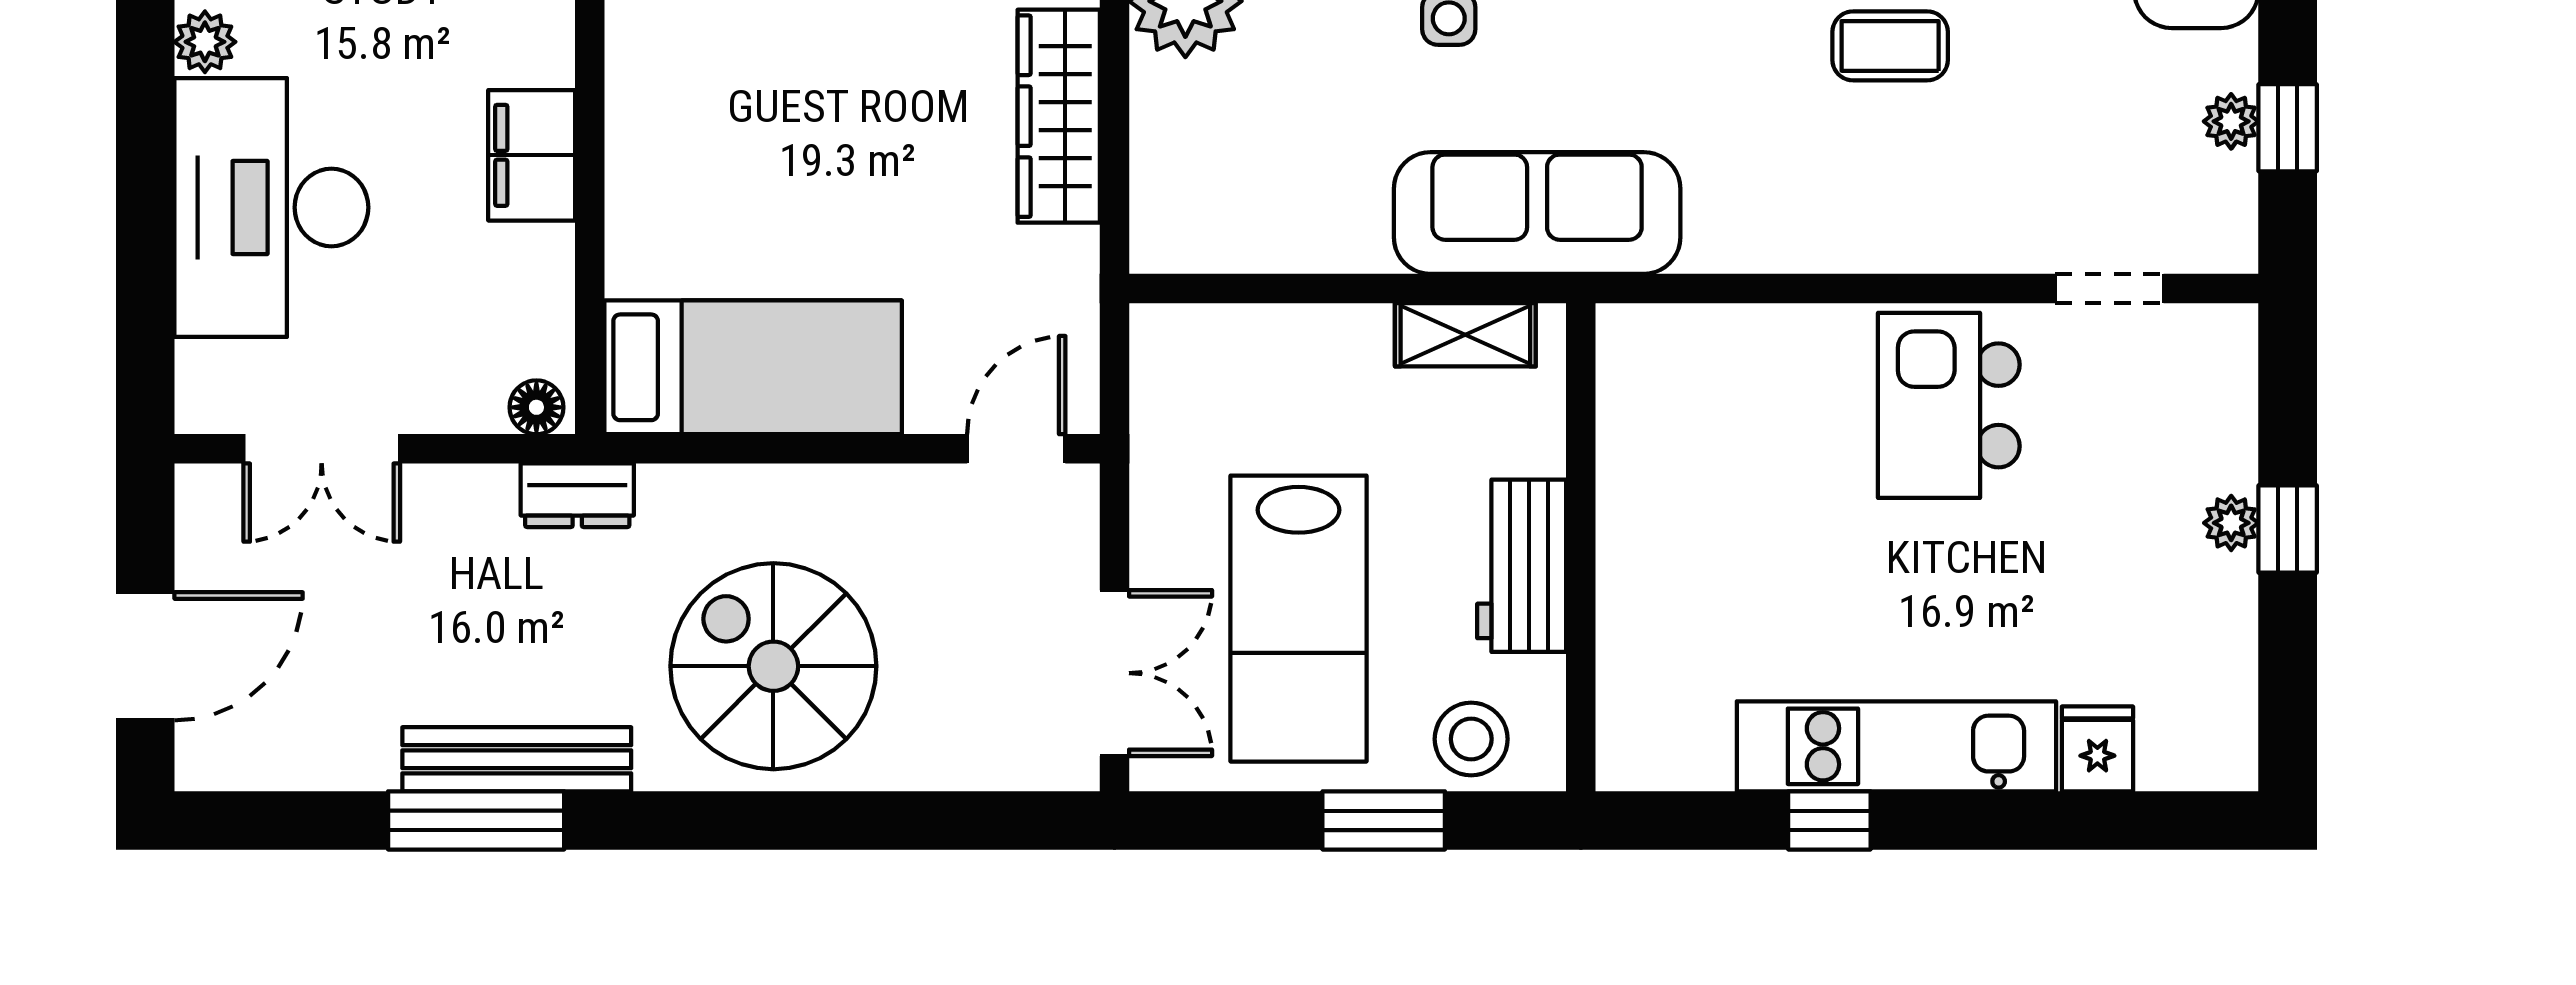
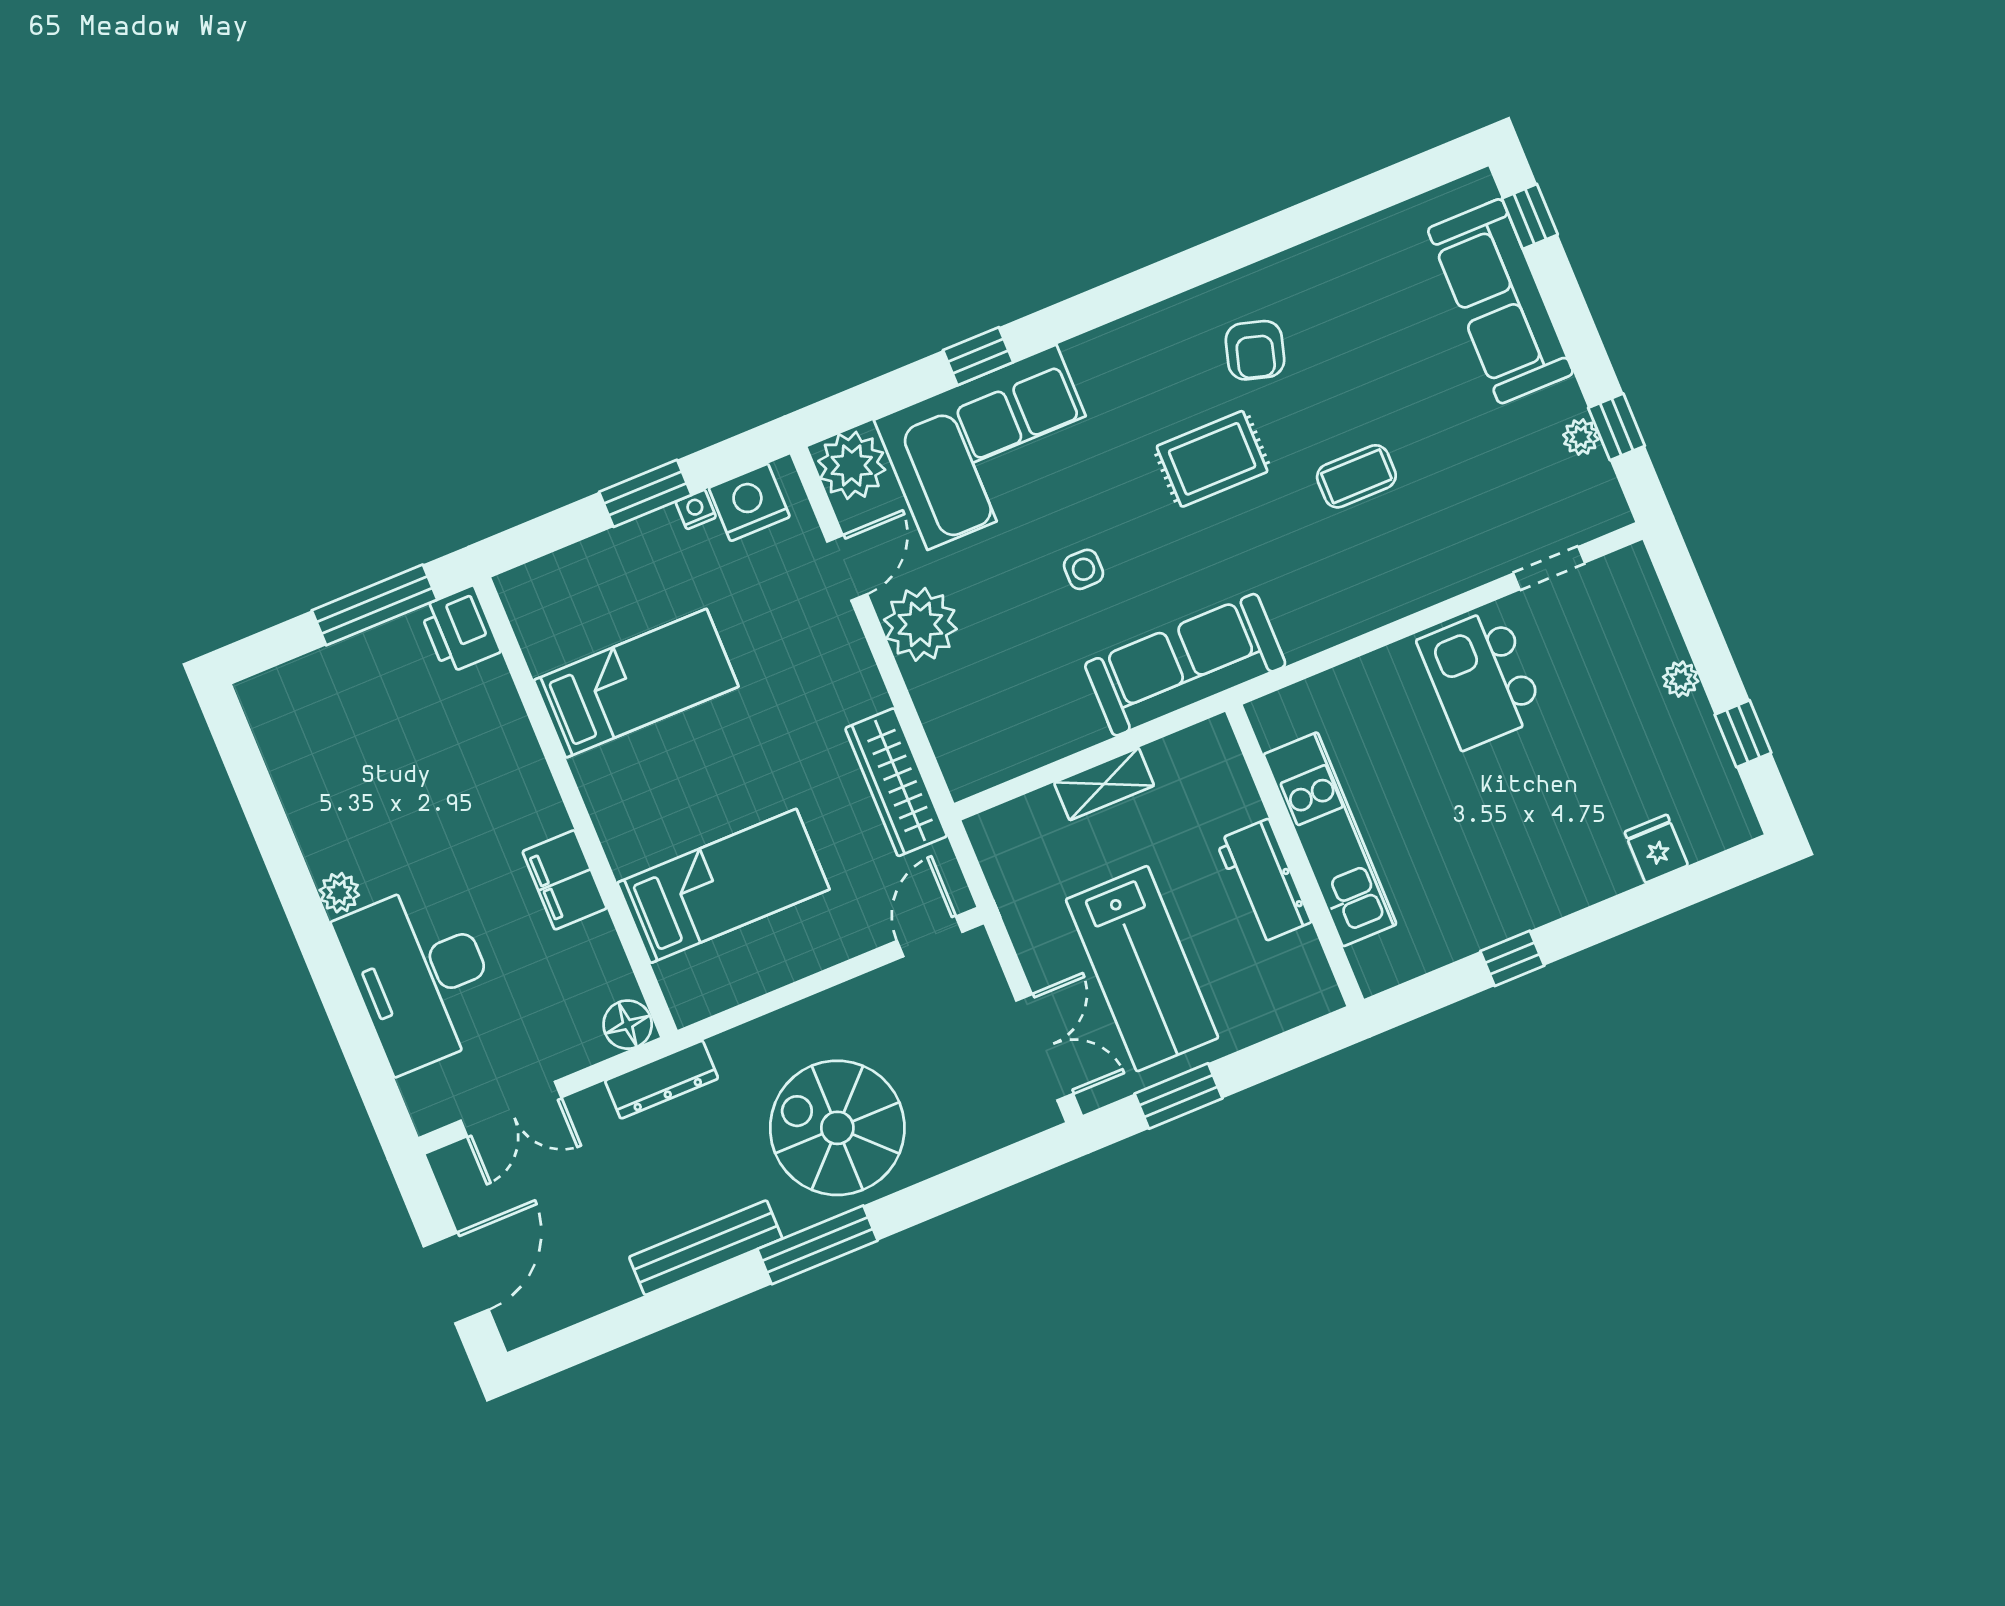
wardrobe: (1059, 116) -> (896, 782), moved
shelving: (1465, 335) -> (1104, 784), moved
bed: (753, 367) -> (723, 886), moved
floor lamp: (536, 407) -> (628, 1025), width x1.37, depth x1.37
dresser: (577, 495) -> (662, 1080), width x1.44
window: (2288, 529) -> (1743, 734), moved
stool: (1471, 739) -> (1276, 998), removed
kitchen unit: (1896, 746) -> (1330, 839), moved, turned 90
window: (476, 820) -> (817, 1245), moved
window: (1384, 820) -> (1179, 1096), moved

